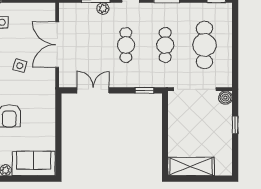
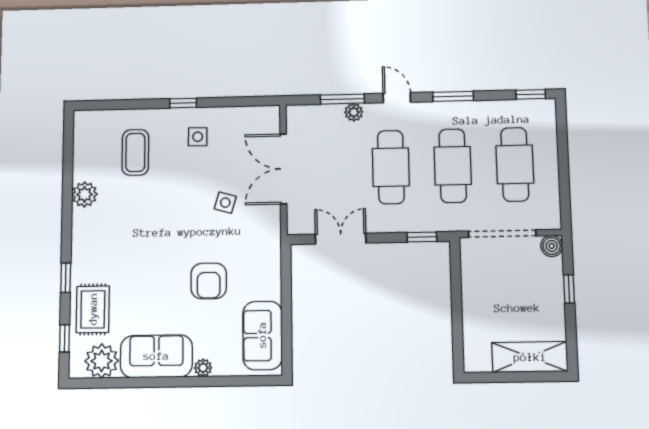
cafe table: (126, 45) -> (391, 167), width x1.37, depth x1.35
cafe table: (165, 45) -> (453, 166), width x1.37, depth x1.35
sofa: (34, 163) -> (262, 335), moved, turned -90
shelving: (191, 166) -> (530, 357), moved

